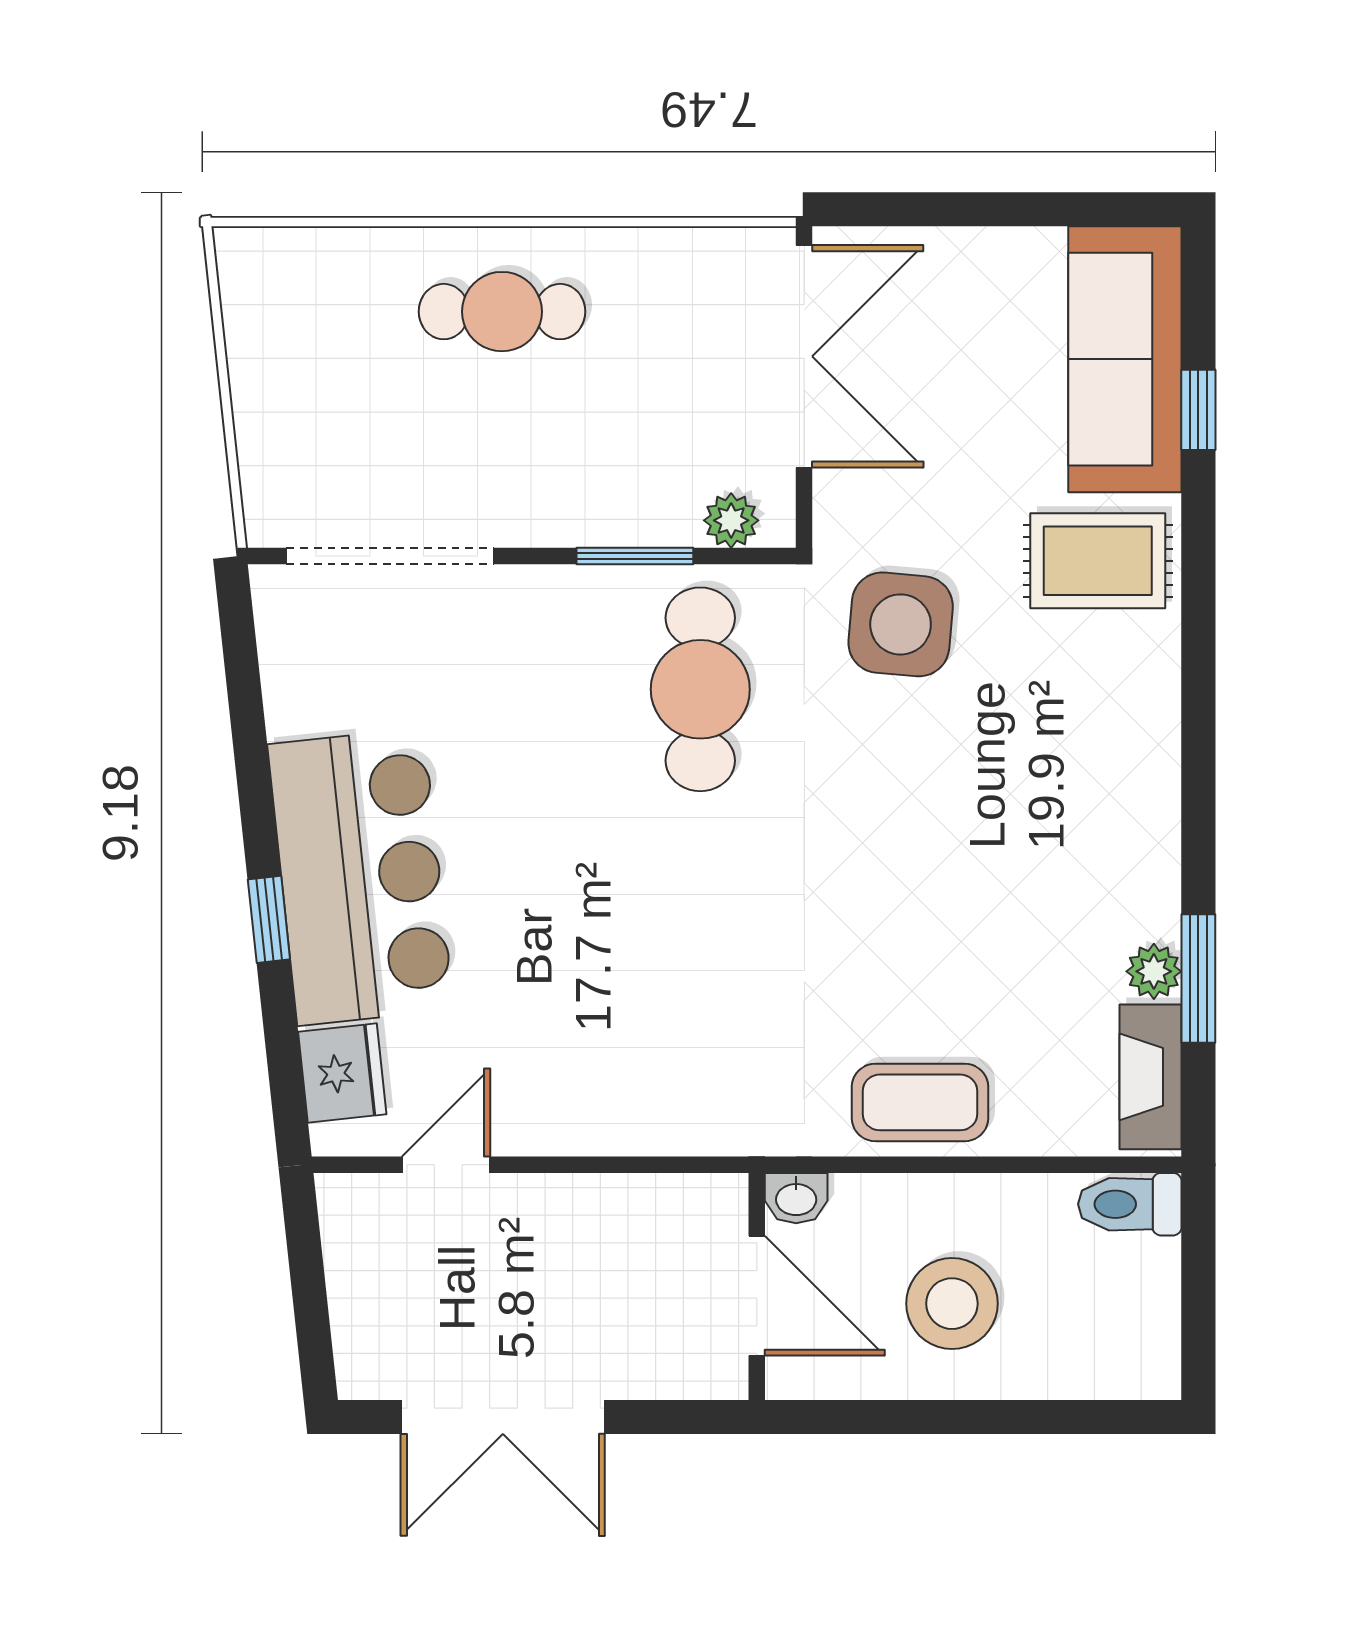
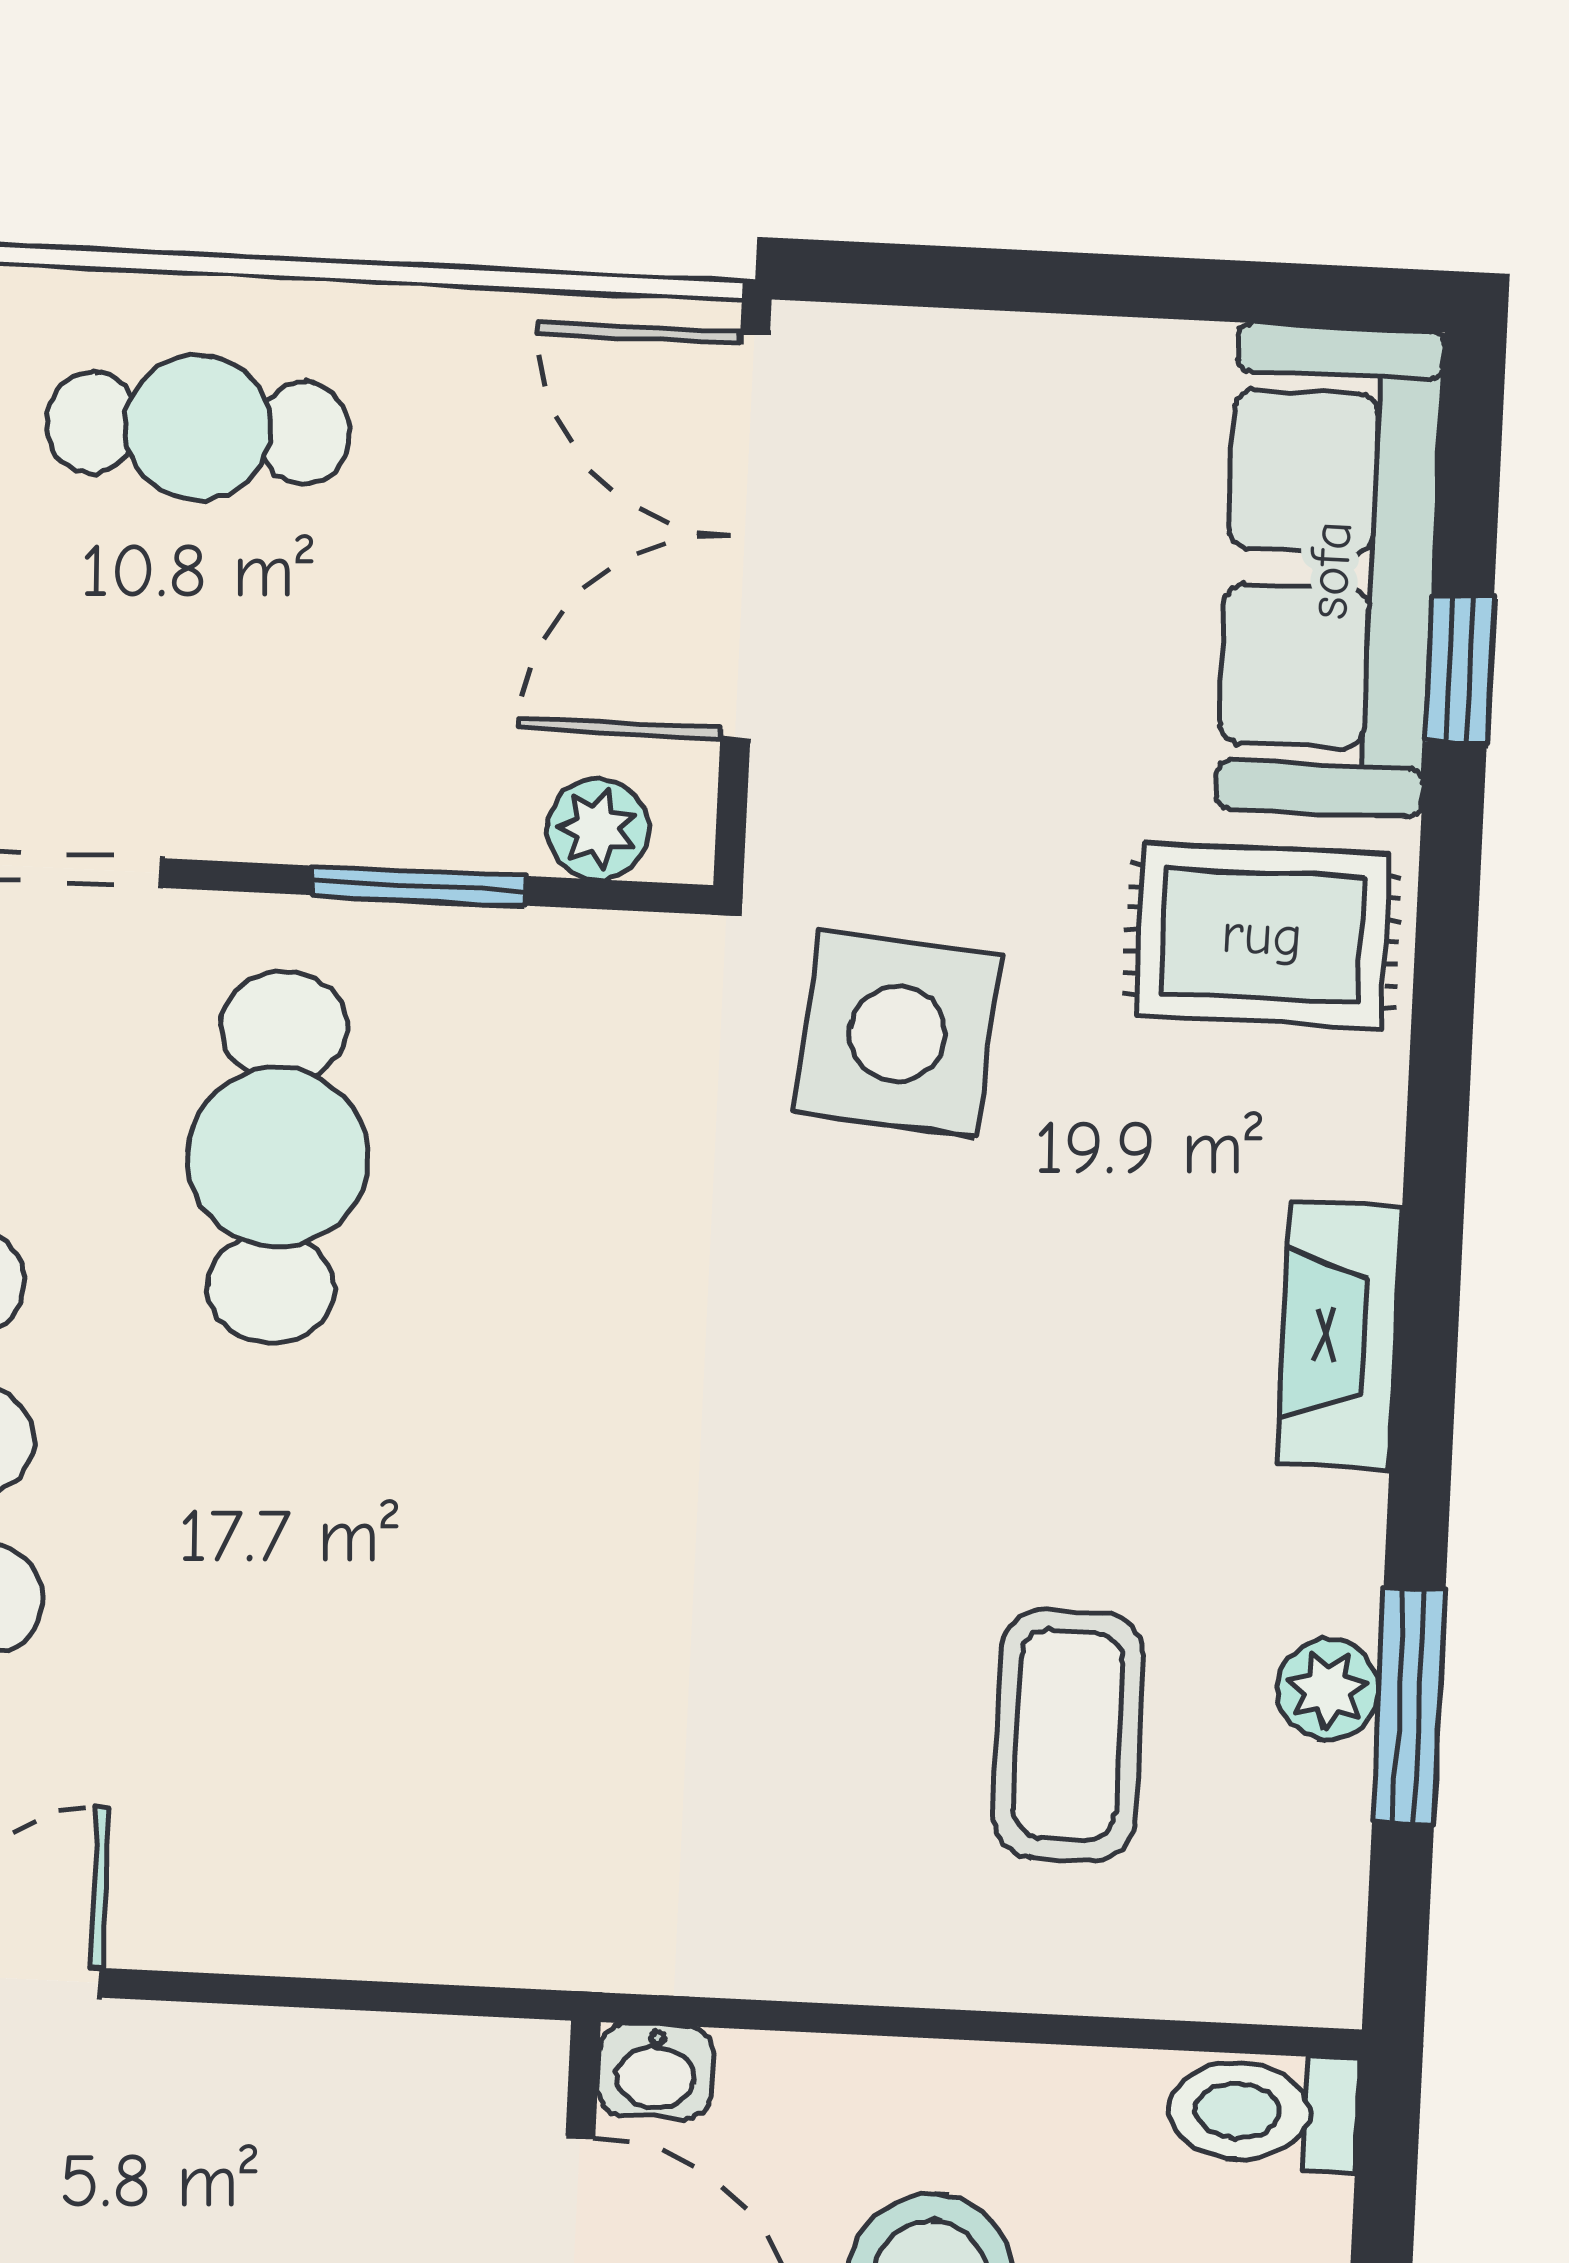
double door: (804, 356) -> (745, 536), swing flipped
cafe table: (700, 689) -> (277, 1157), moved
fireplace: (1150, 1077) -> (1339, 1336), moved
coffee table: (920, 1102) -> (1068, 1735), moved, turned 90

